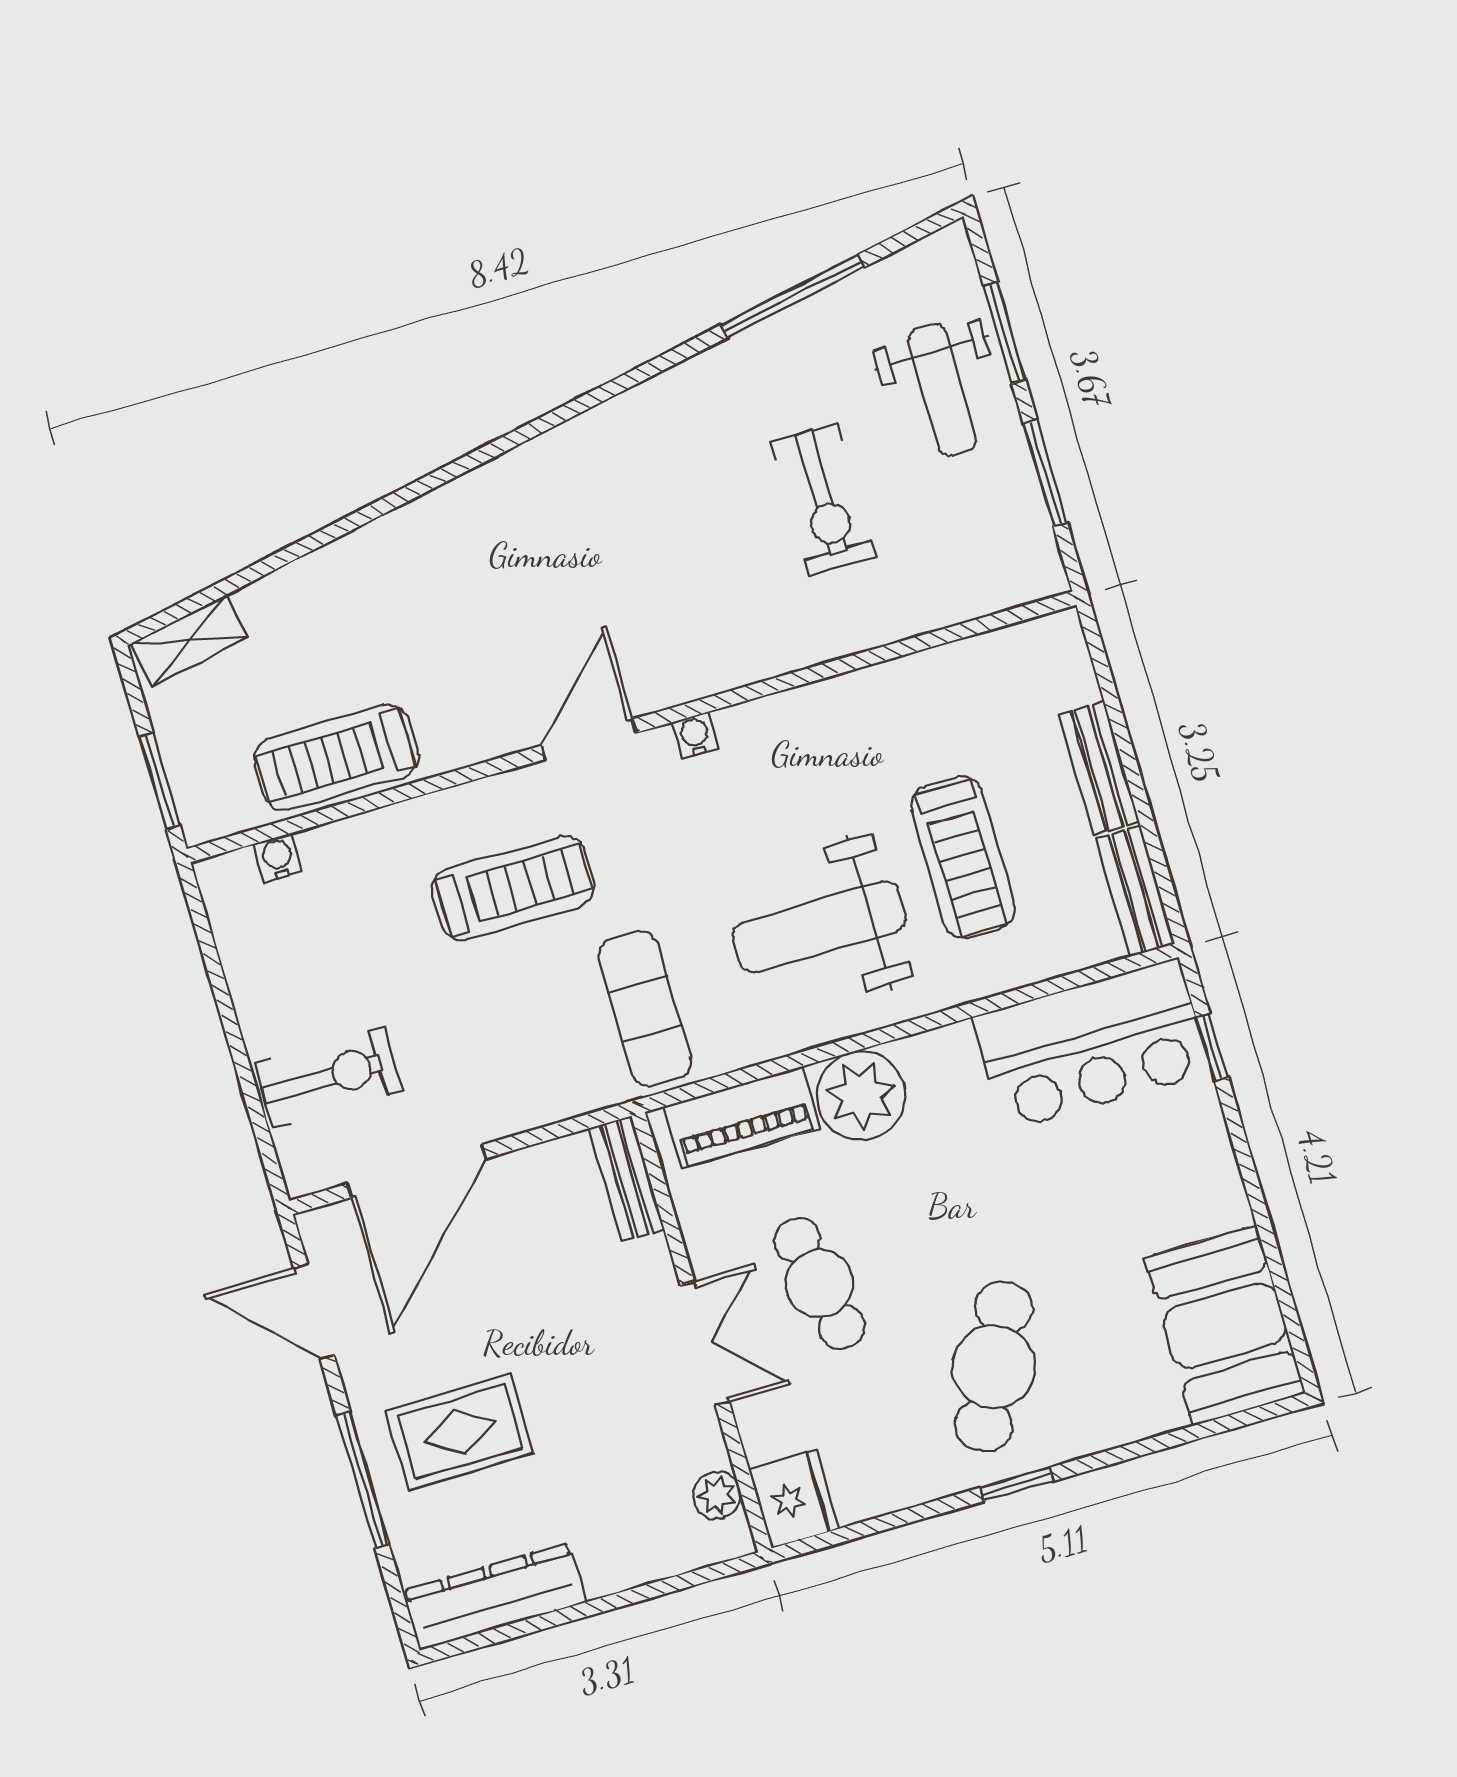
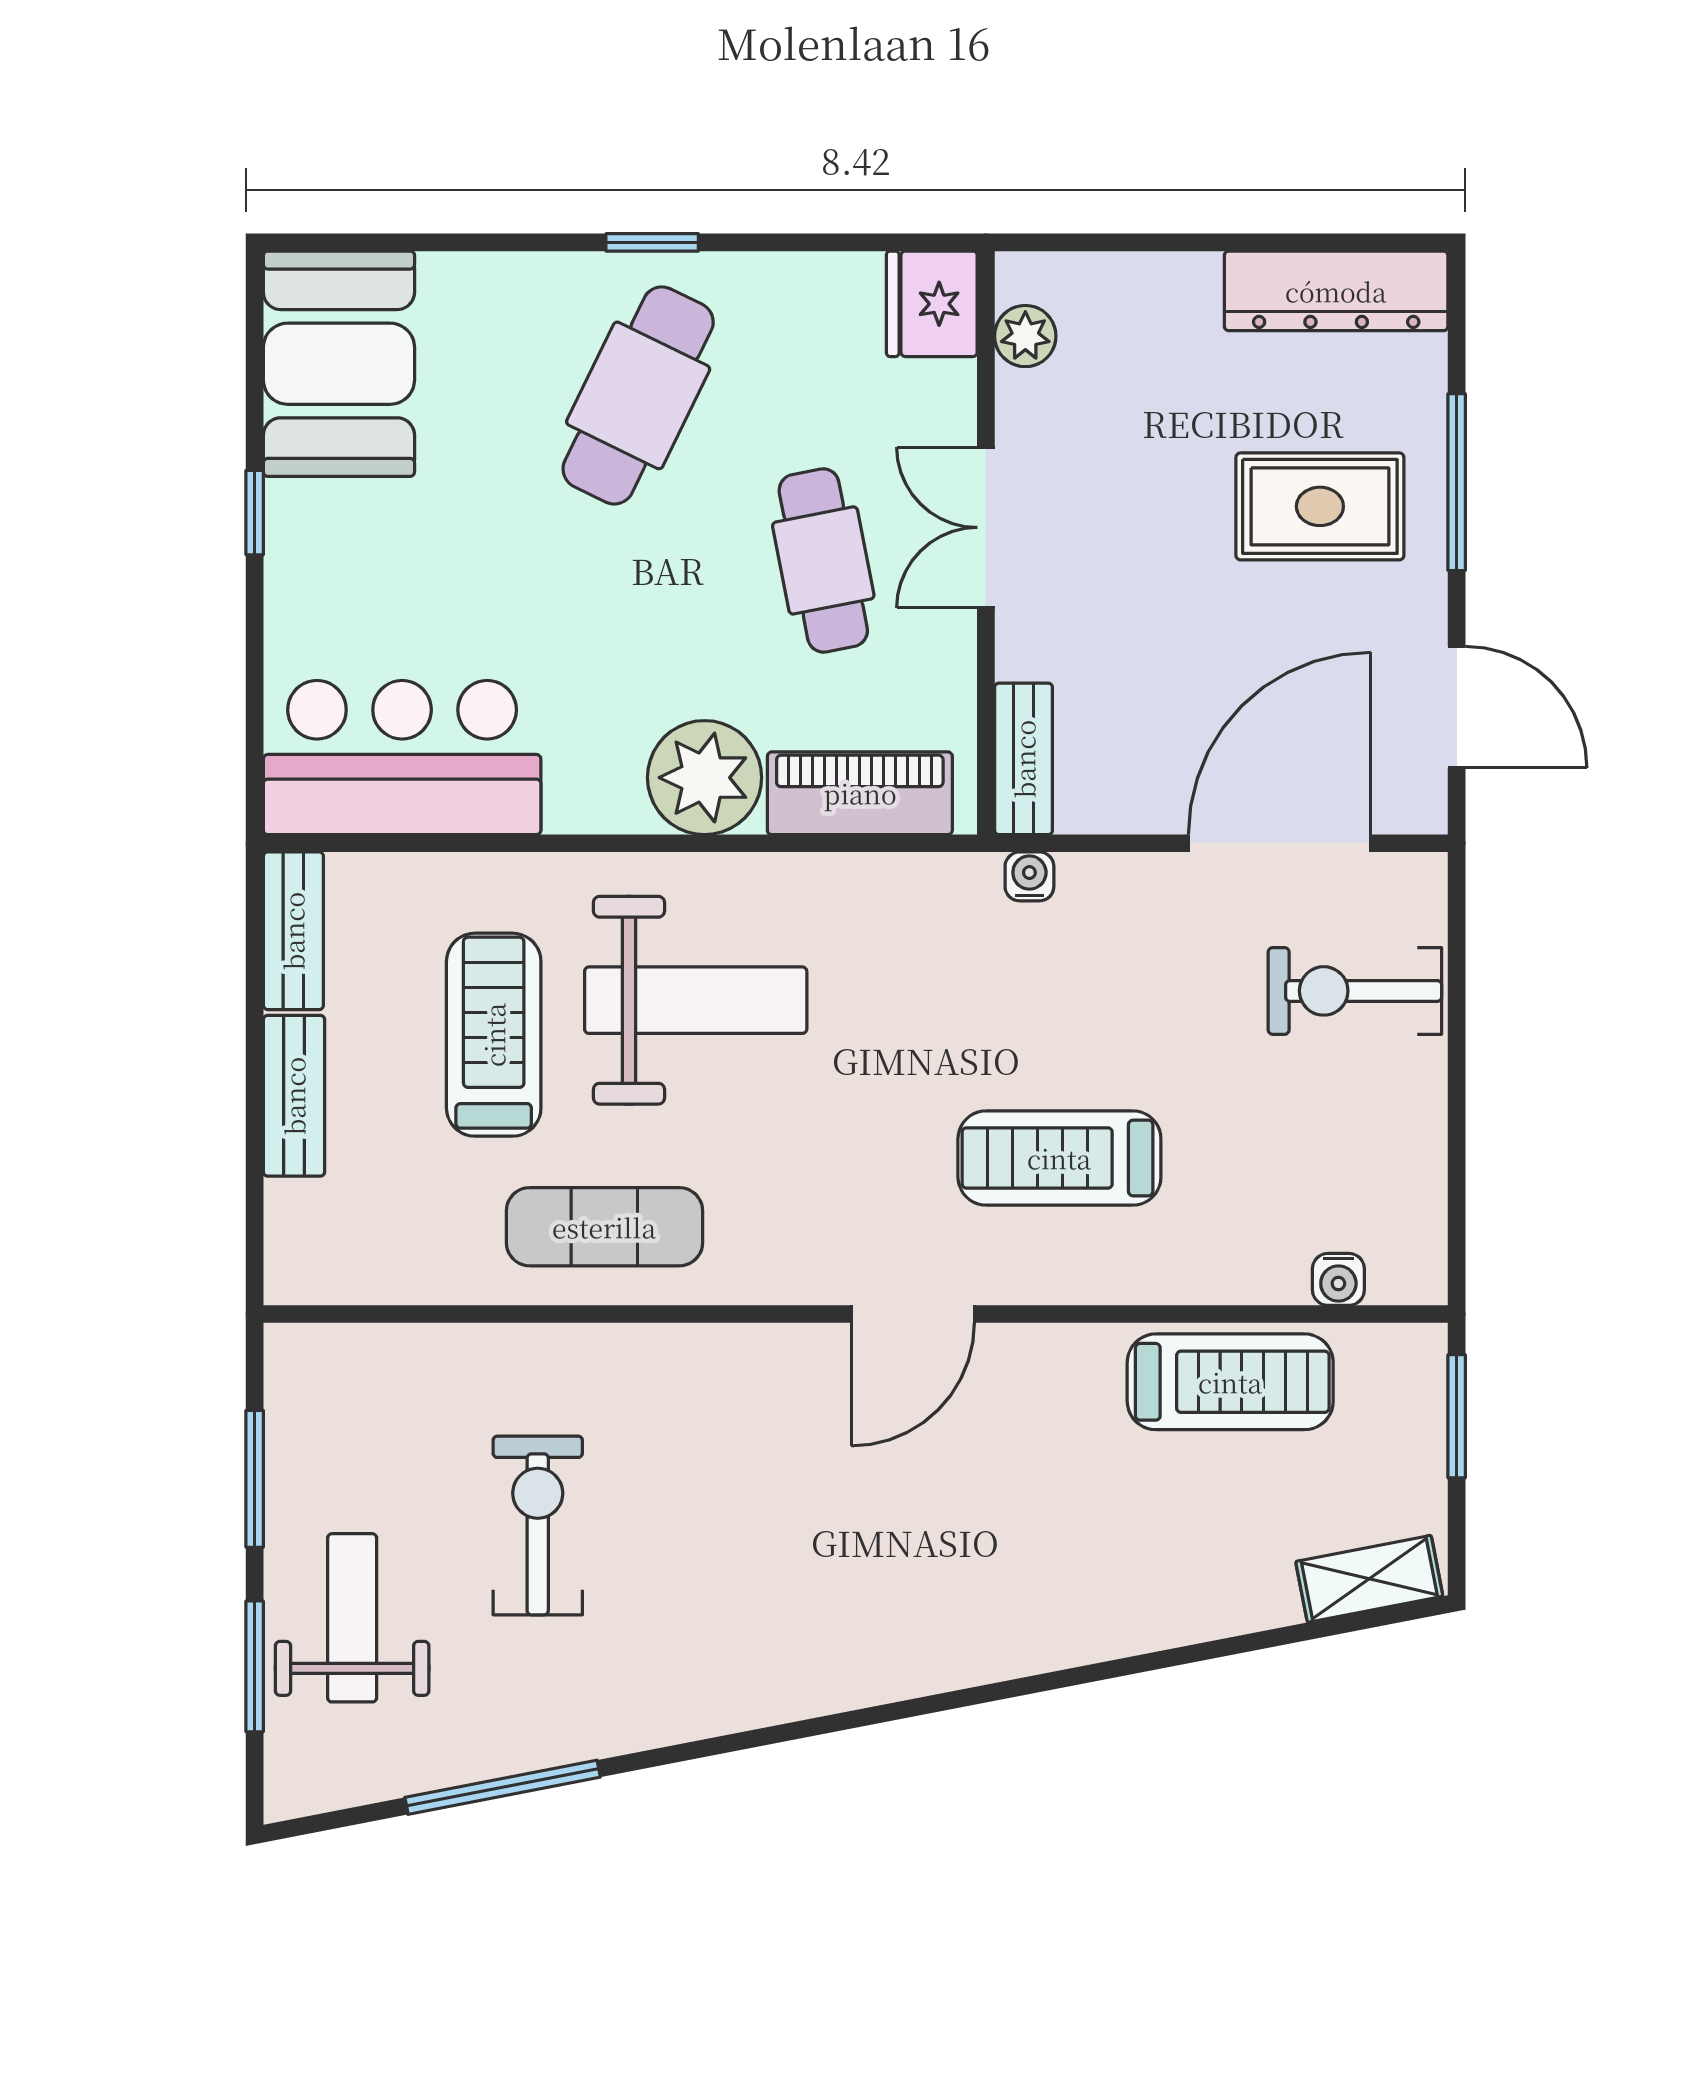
water cooler: (695, 735) -> (1029, 876), moved, turned 180
exercise mat: (645, 1009) -> (604, 1227), moved, turned 90
window: (1212, 1047) -> (255, 513), moved

